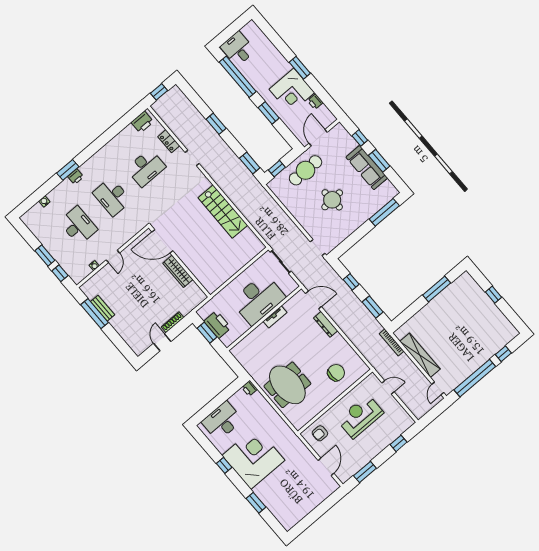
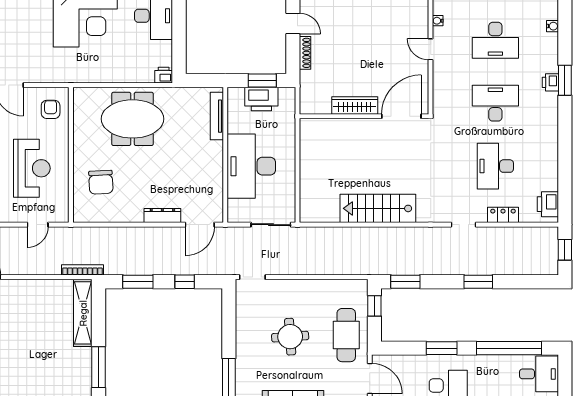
tv unit: (275, 317) -> (217, 116), moved, width x1.41
shelving: (420, 355) -> (83, 313), moved, turned 90

